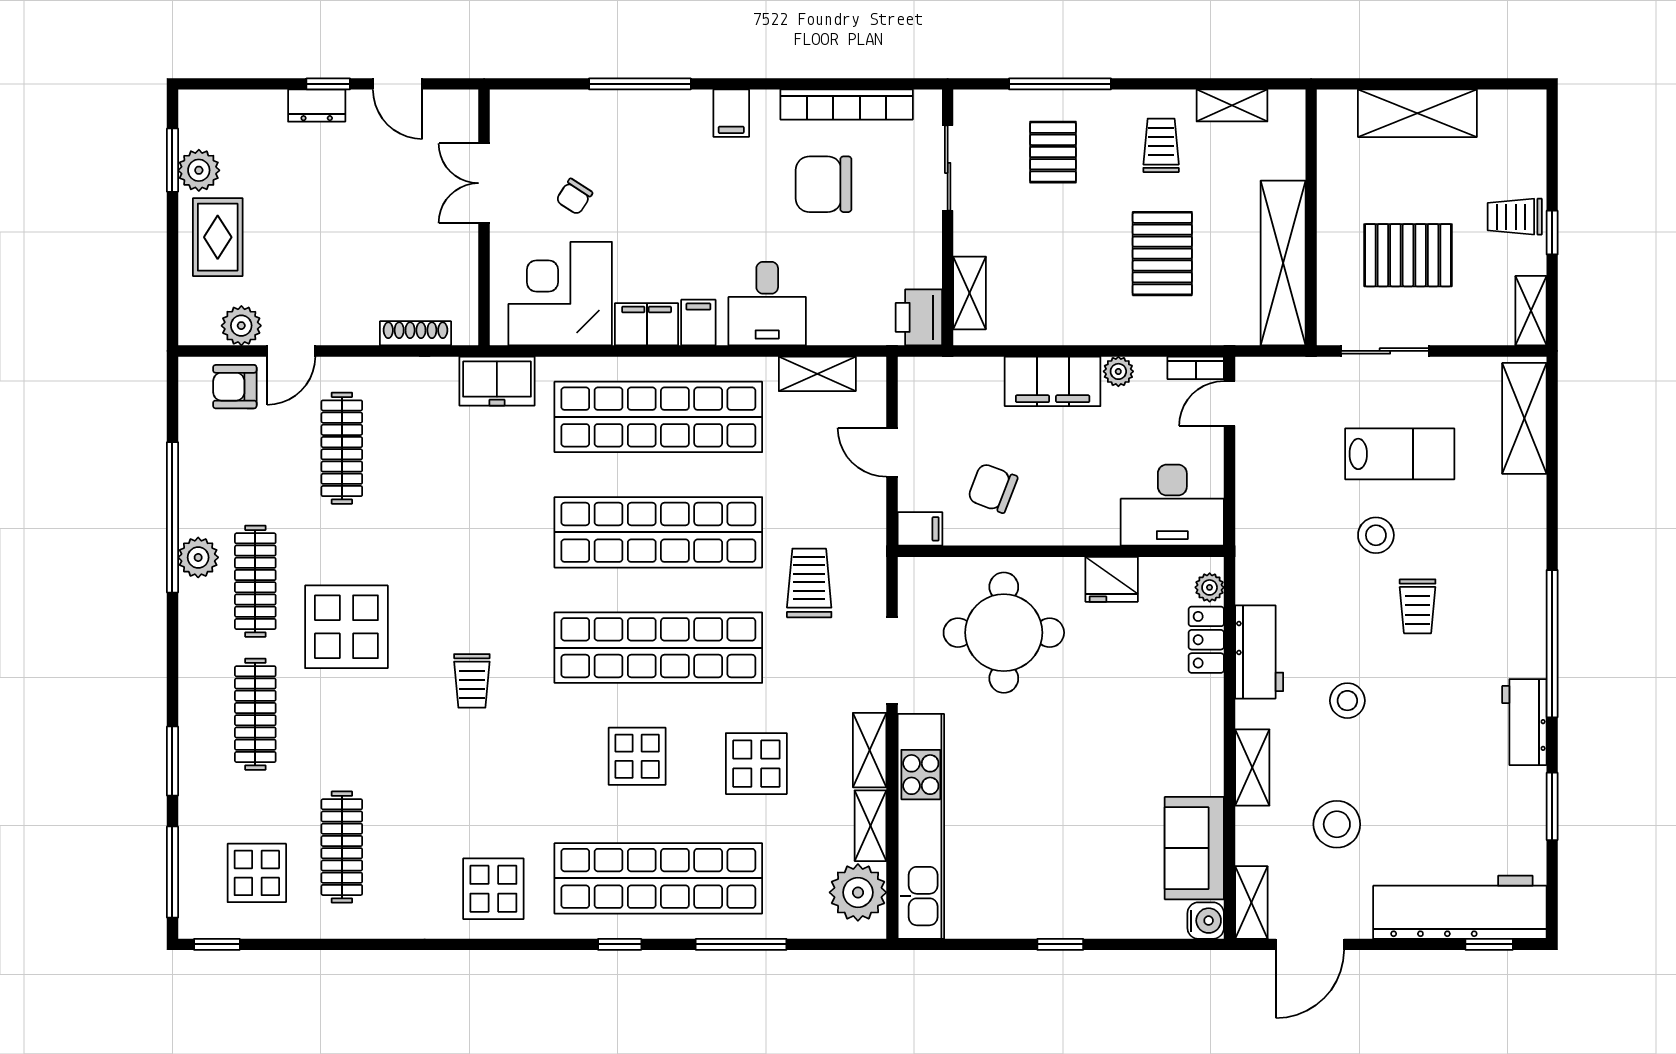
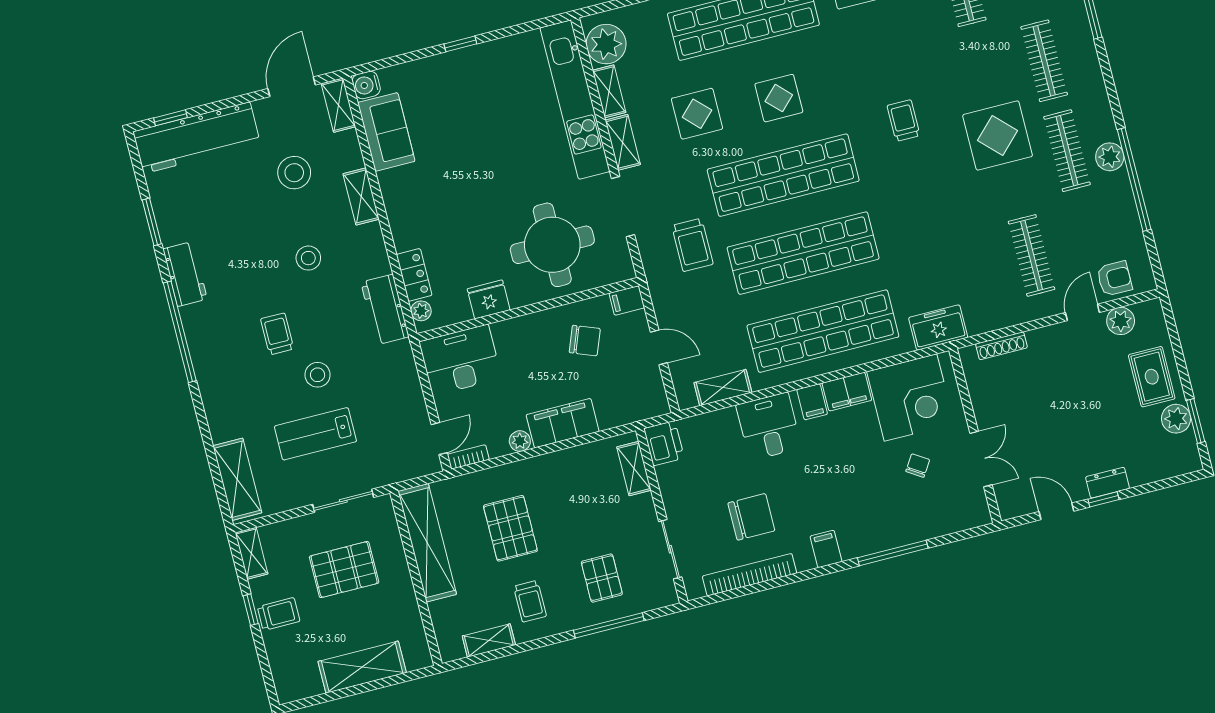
workbench: (1259, 652) -> (385, 309), moved

